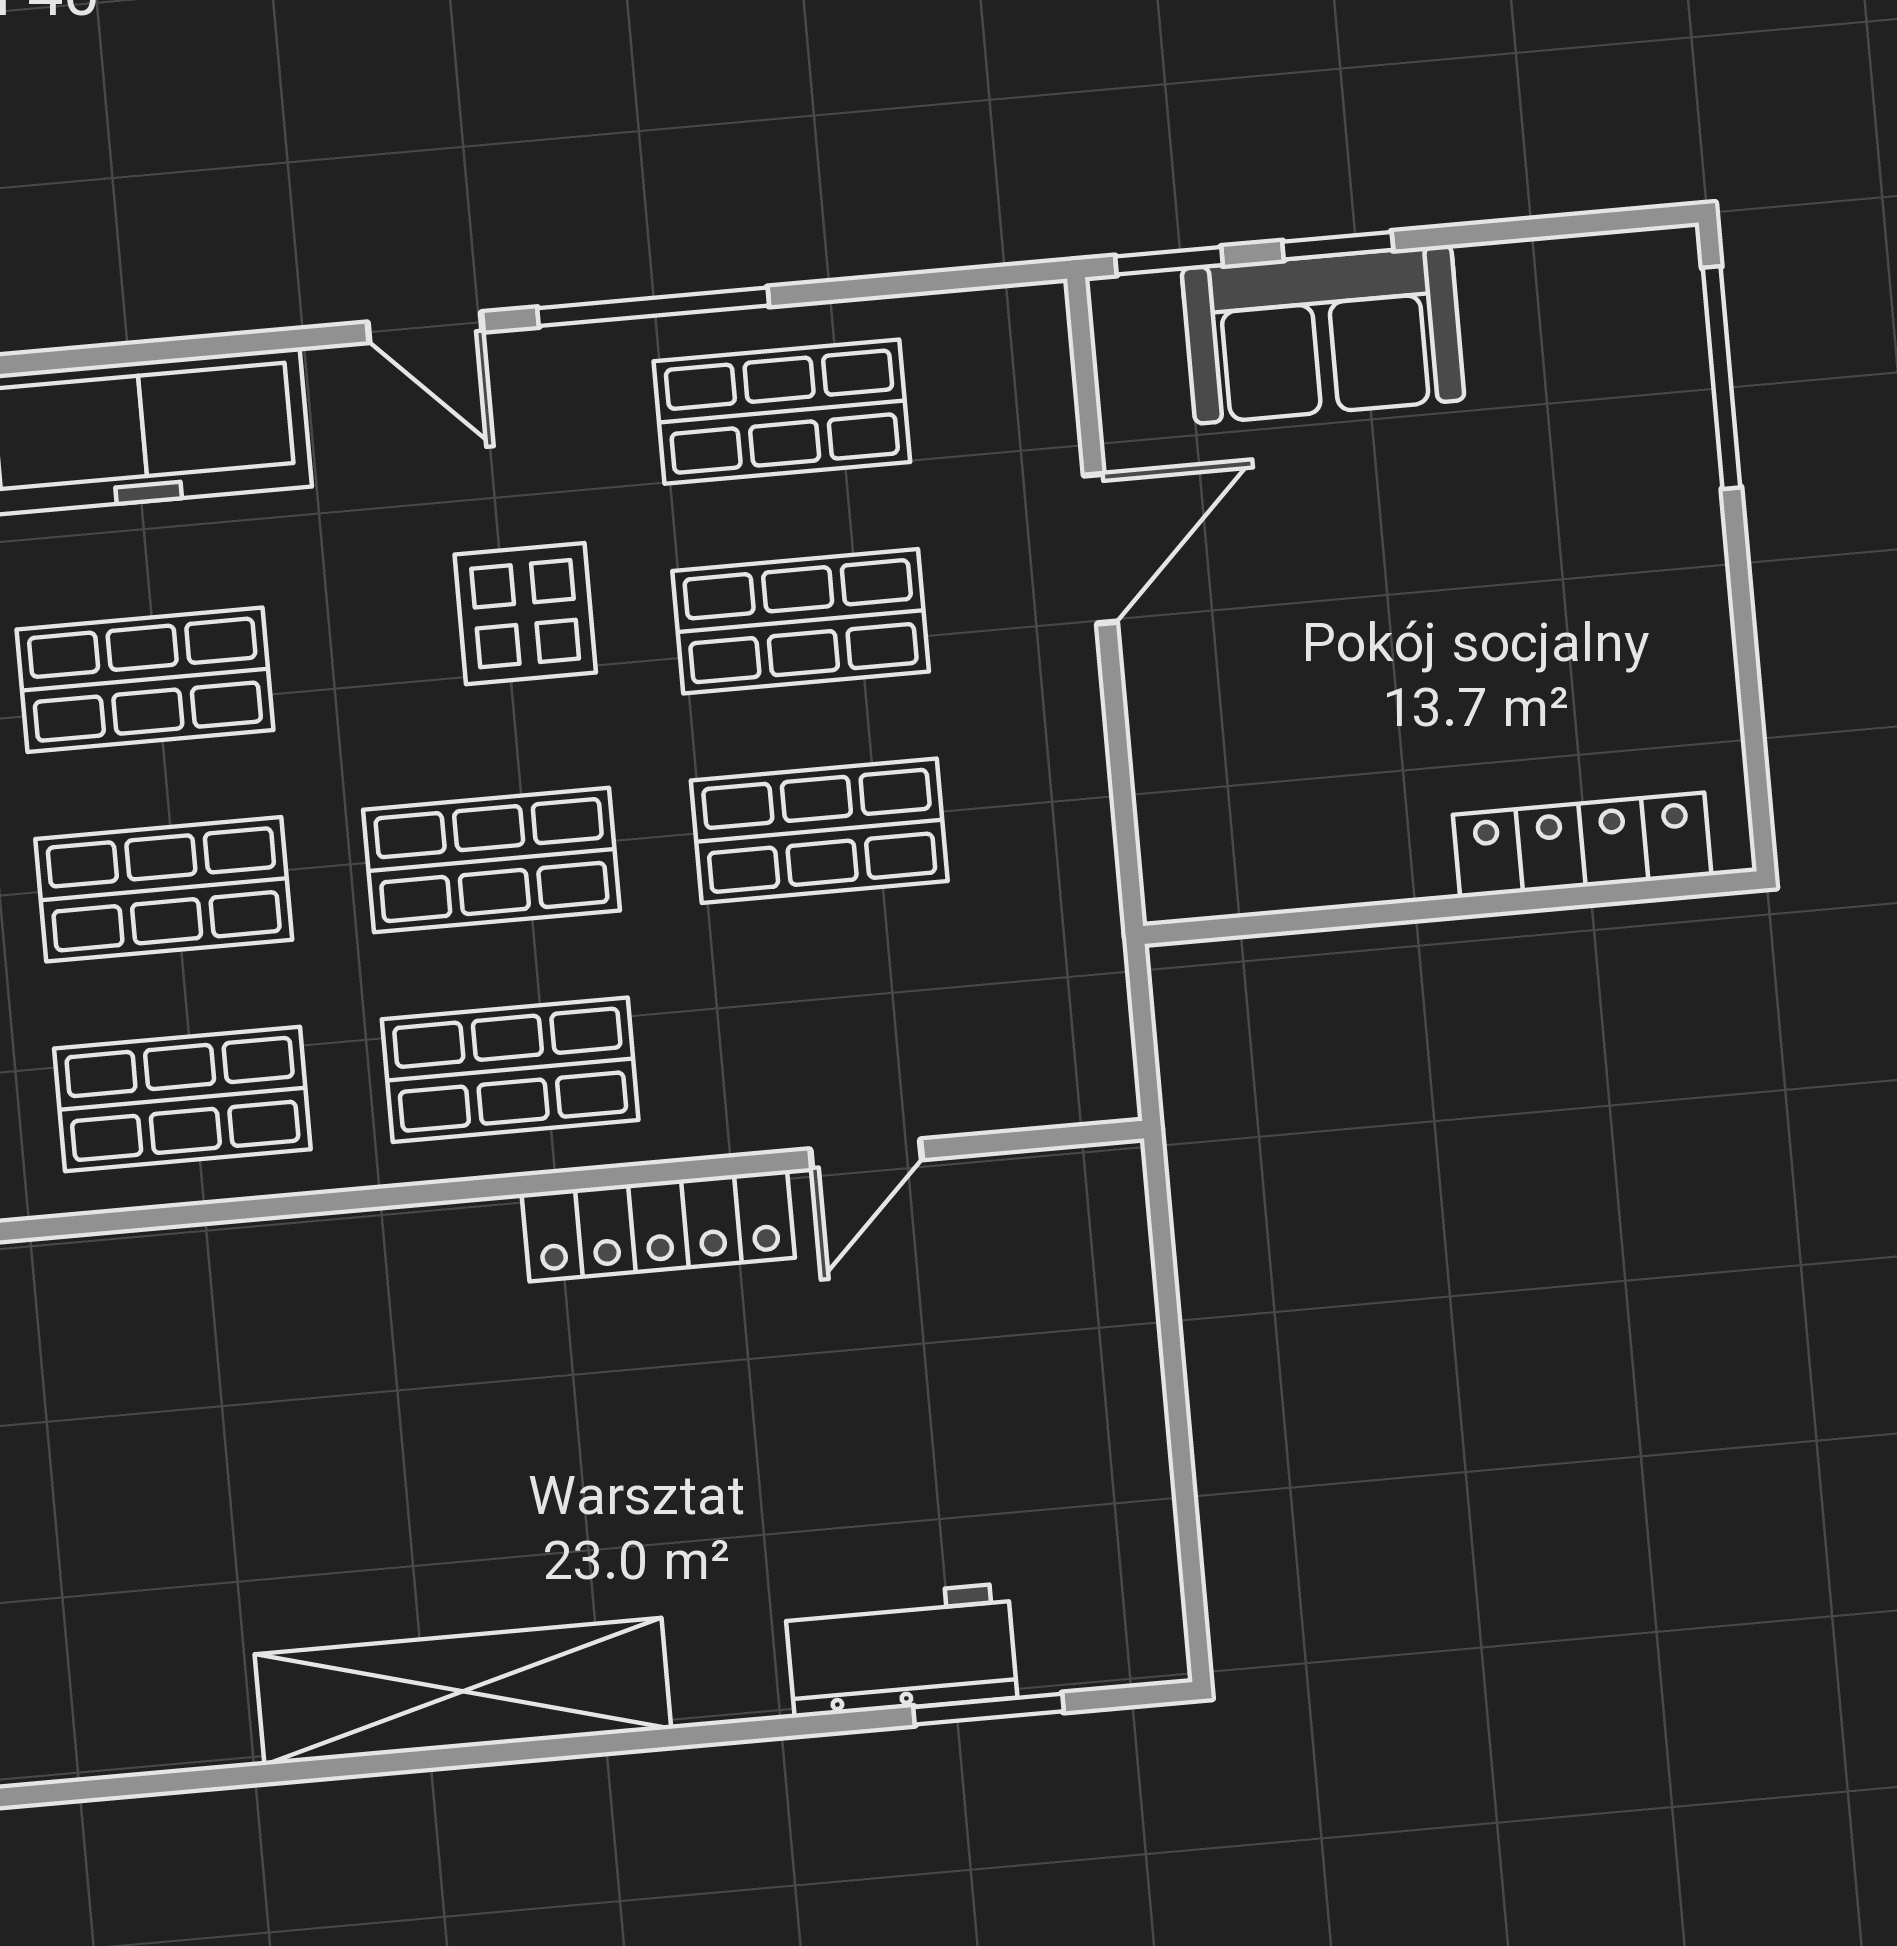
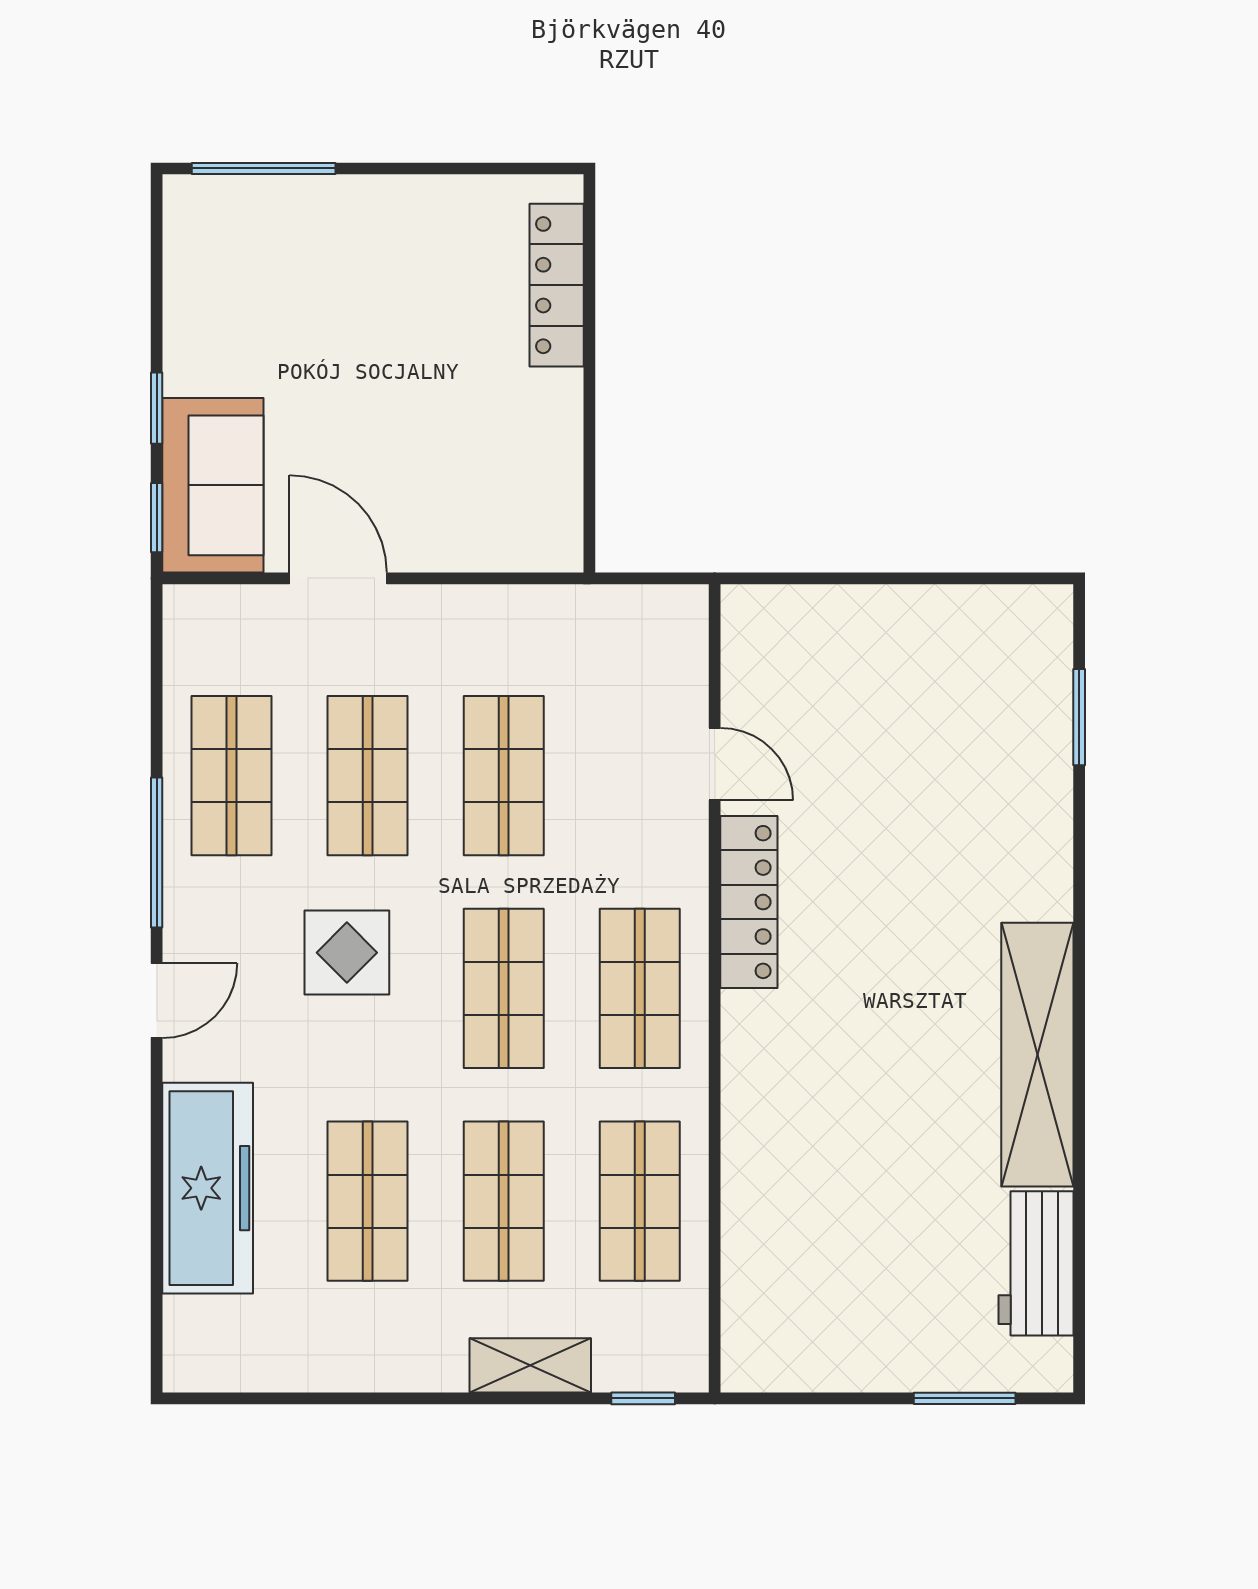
sofa: (1323, 334) -> (213, 485), moved
workbench: (901, 1650) -> (1036, 1263), moved

